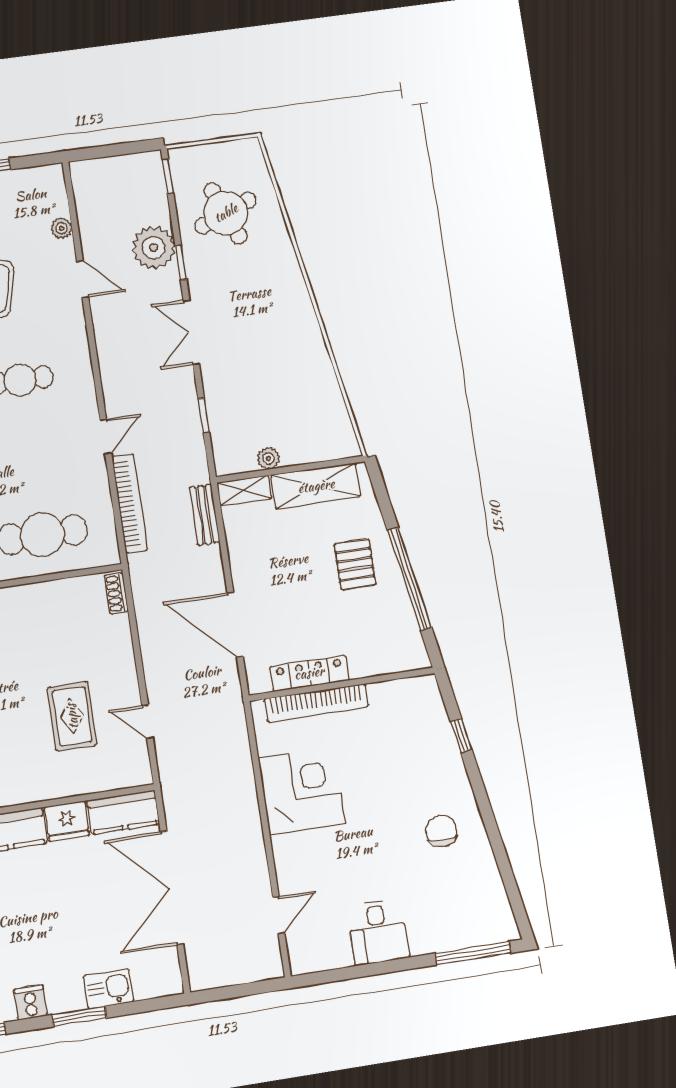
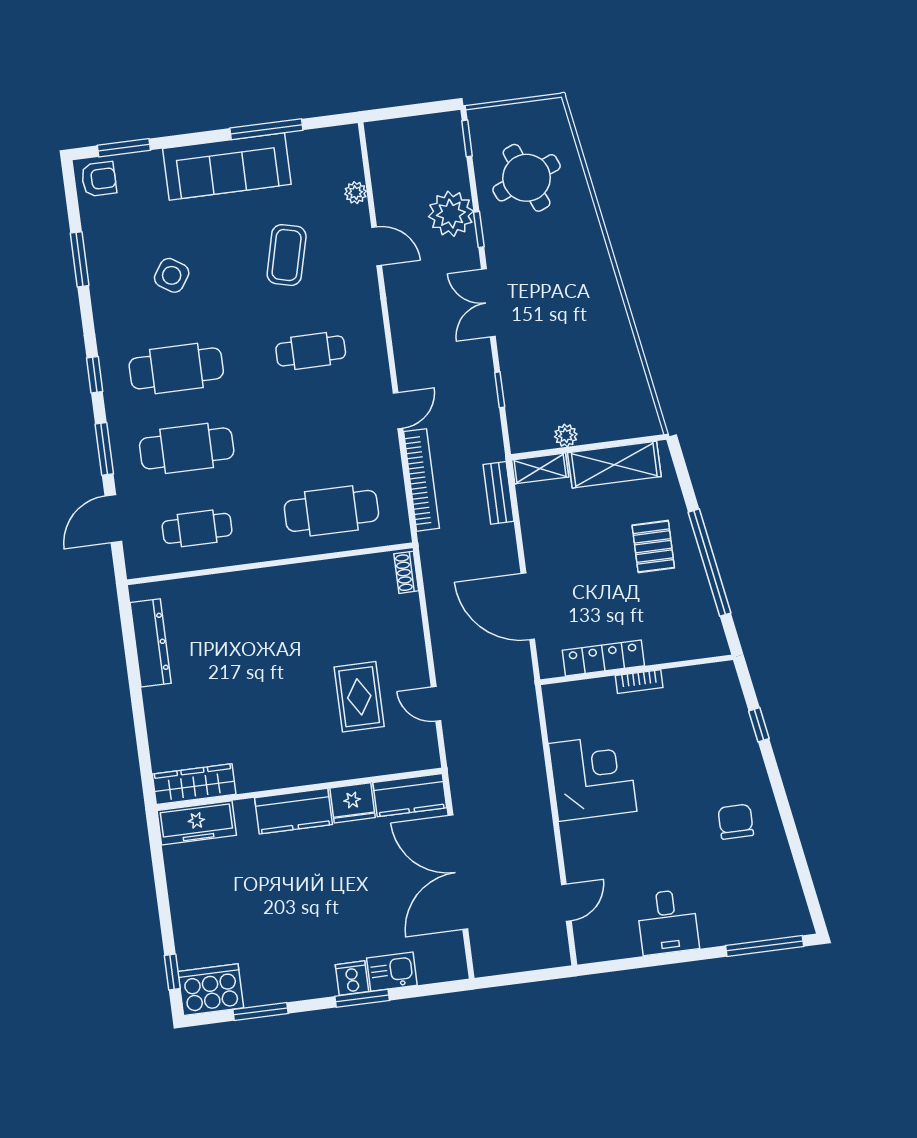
bookcase: (316, 703) -> (639, 682), width x0.43, depth x0.76
cooker: (30, 1002) -> (352, 978), moved

